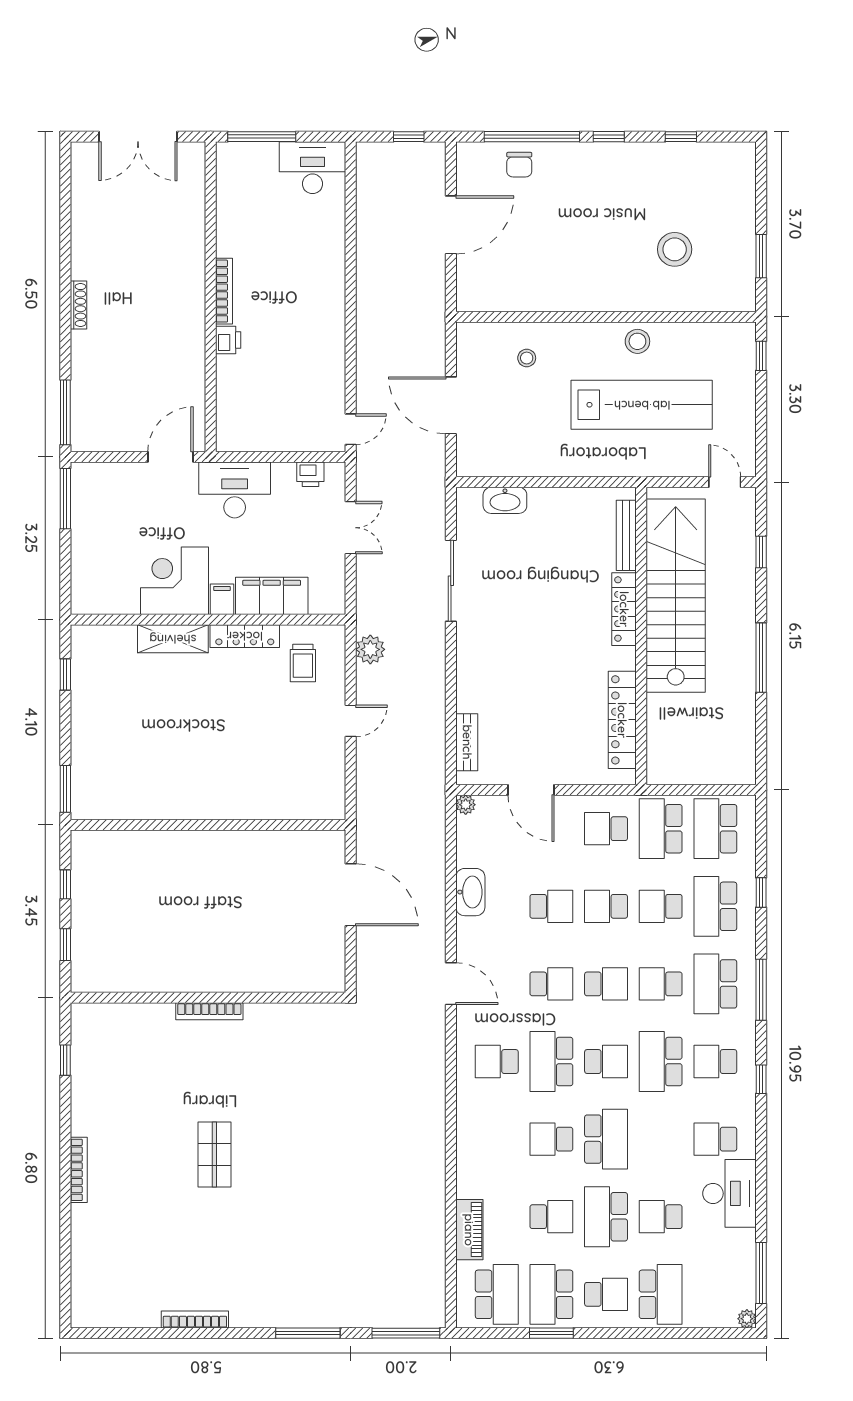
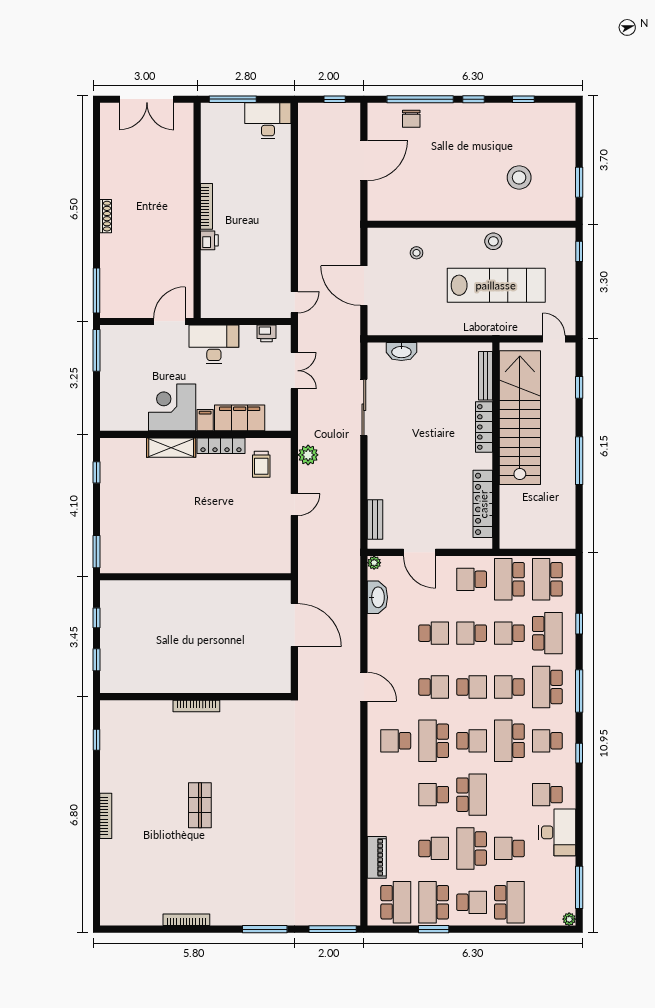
washbasin: (470, 892) -> (377, 597), moved
school desk: (715, 906) -> (547, 633), turned 180

